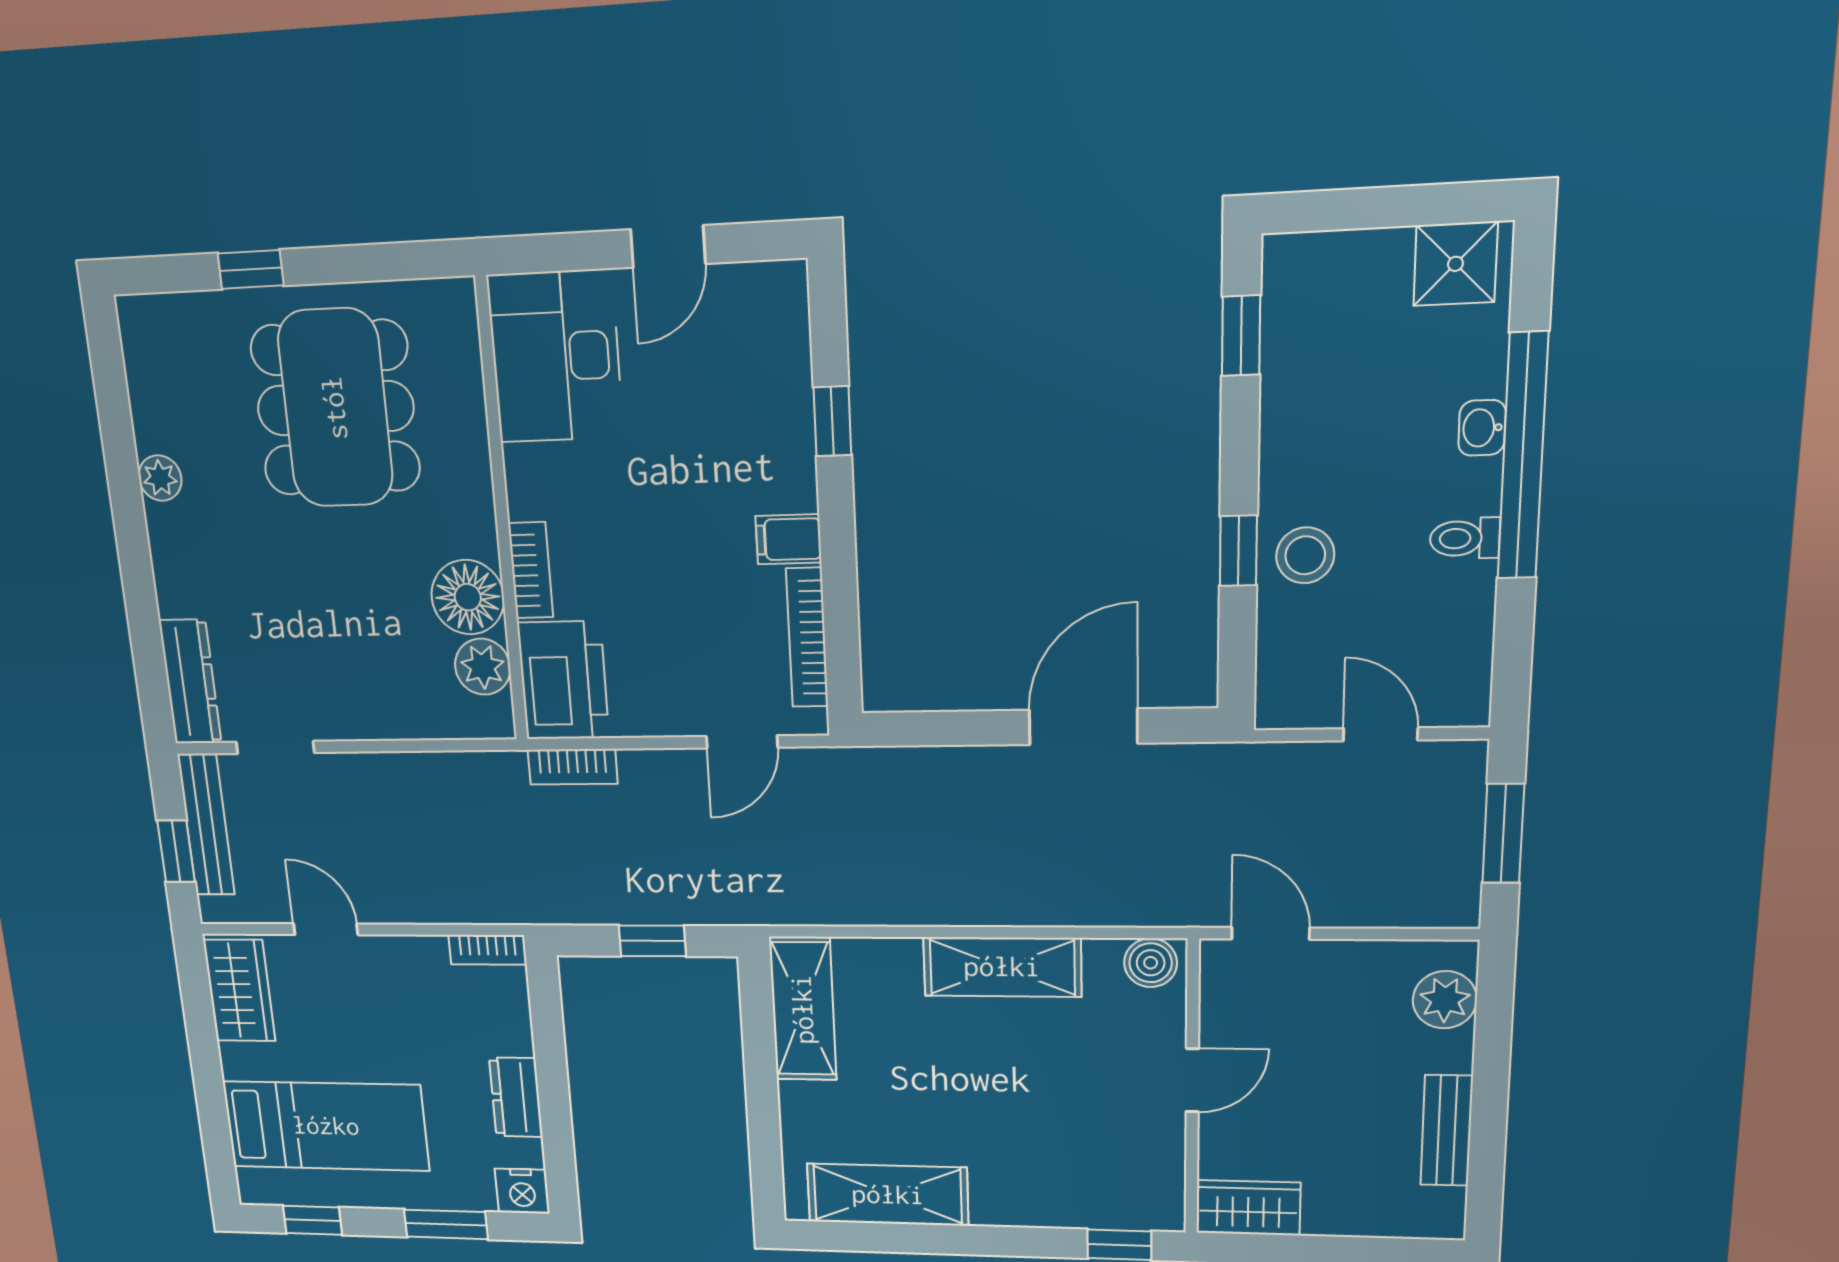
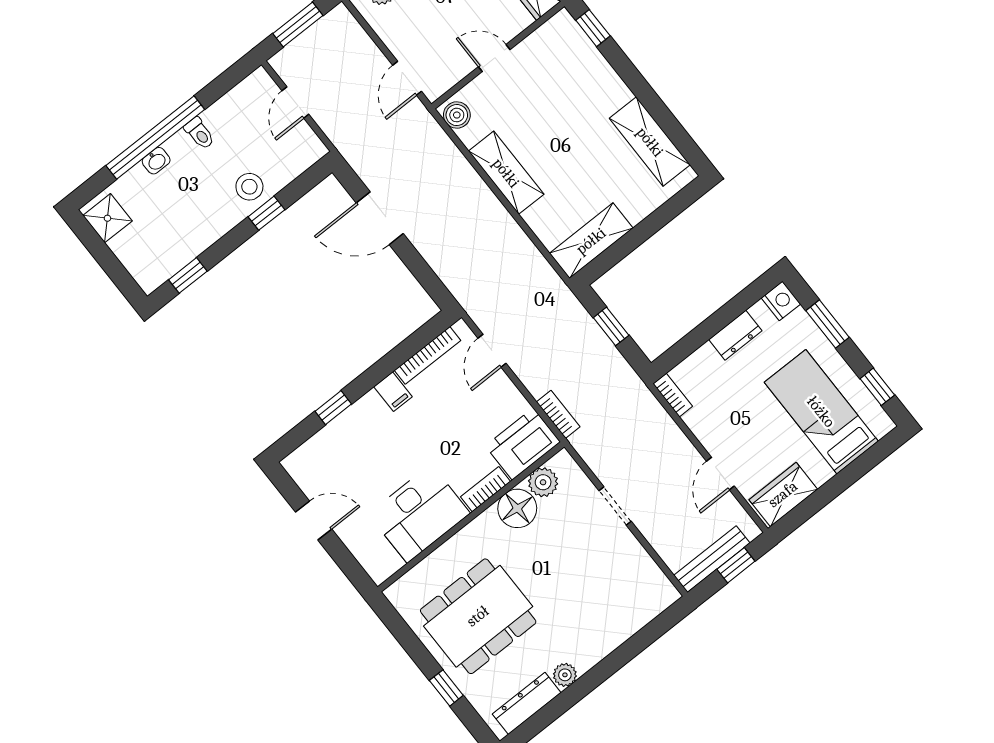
desk: (555, 357) -> (419, 514), moved
dresser: (190, 682) -> (527, 703), moved
door: (742, 742) -> (492, 351), swing flipped
doorway: (275, 747) -> (615, 506), moved

